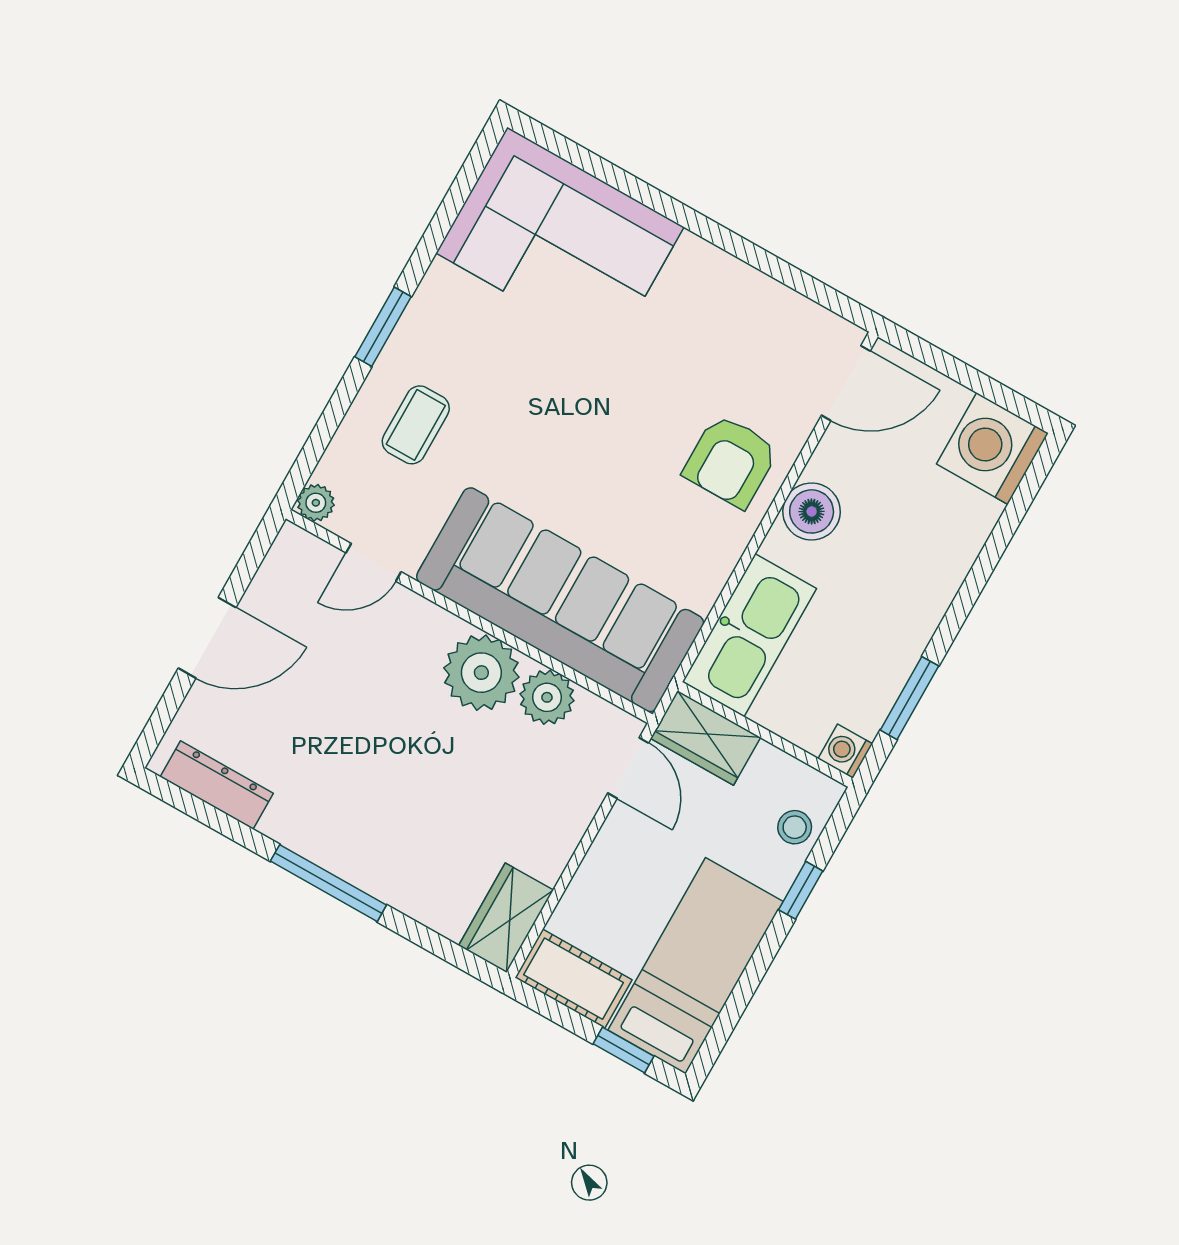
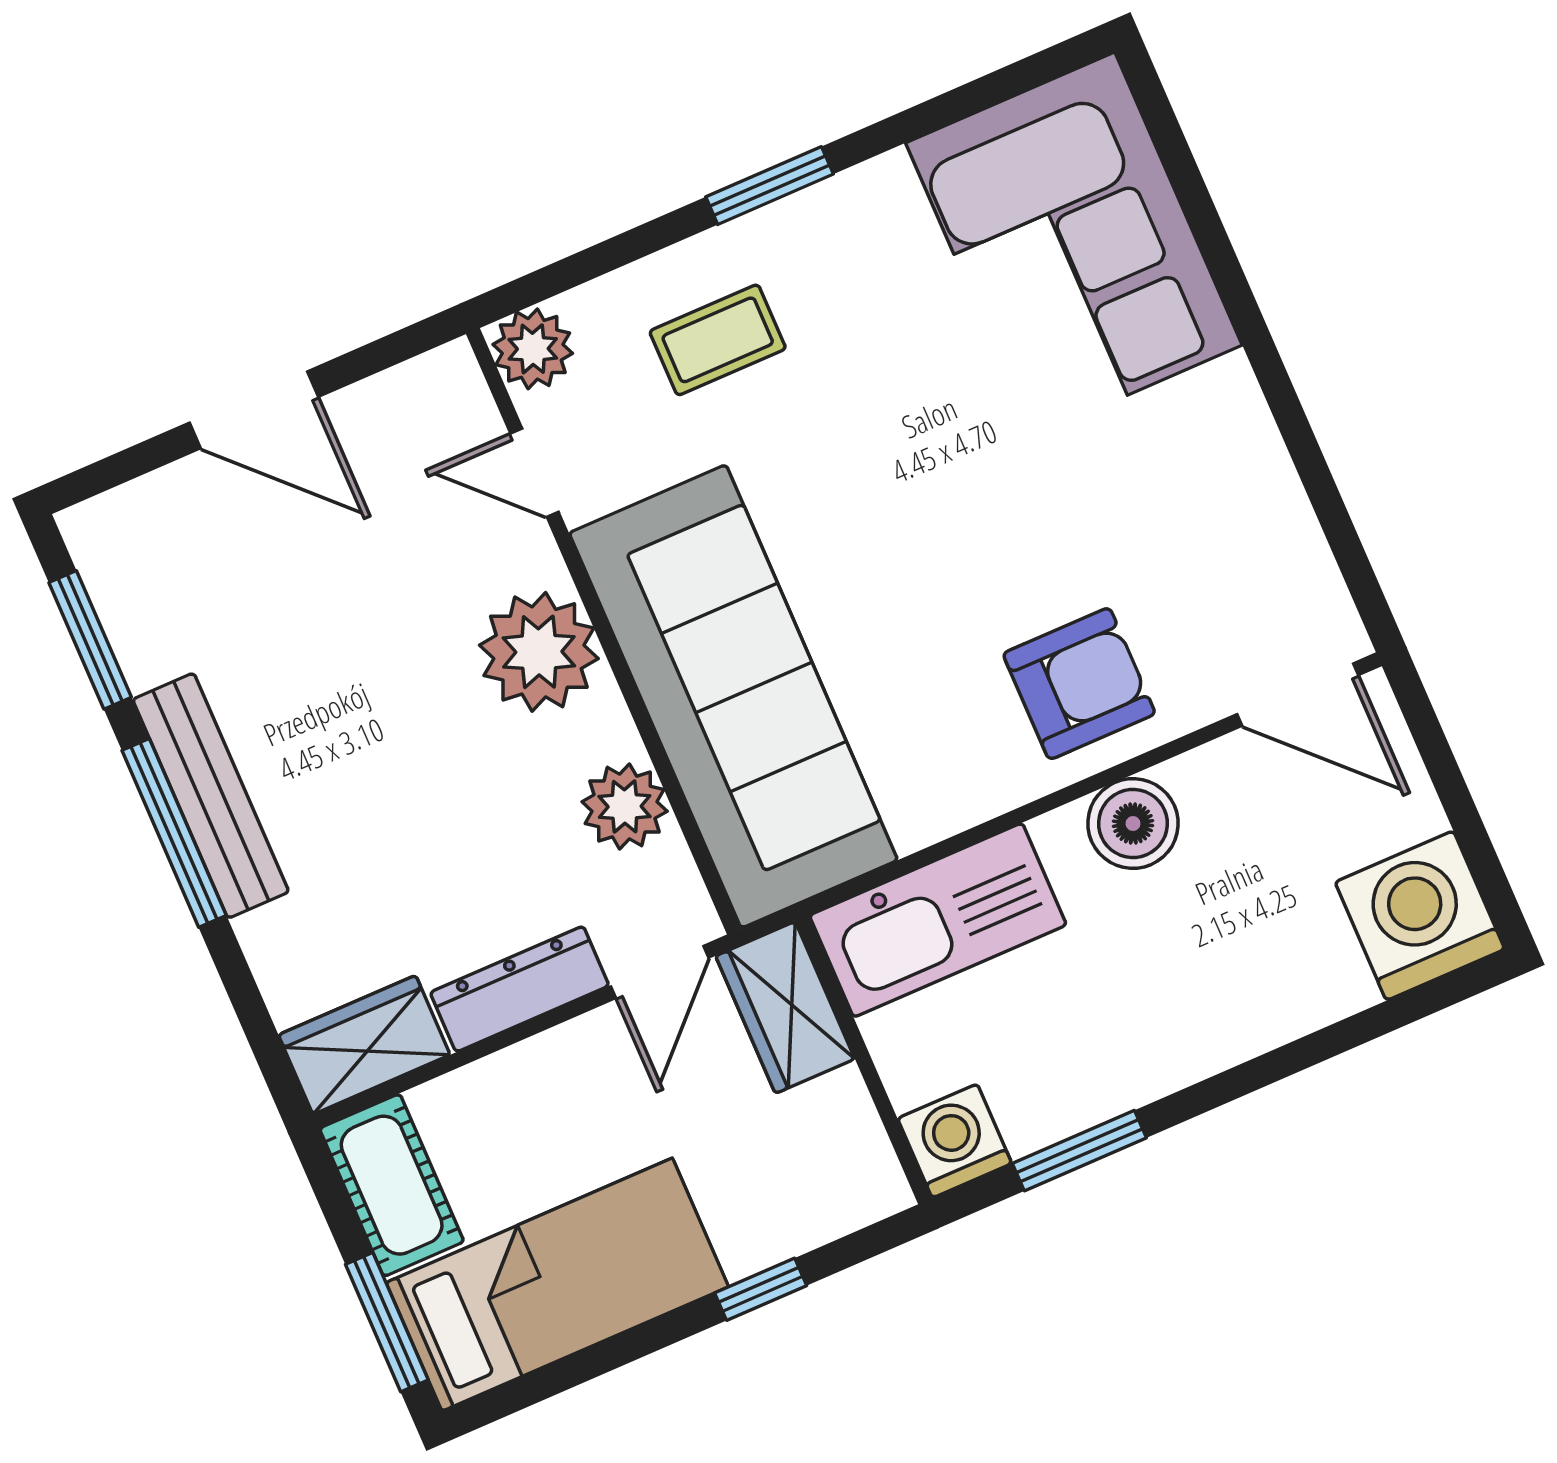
armchair: (731, 461) -> (1079, 684), turned 180
plant: (316, 503) -> (533, 349), width x1.38, depth x1.38
plant: (481, 673) -> (539, 652), moved
washing machine: (845, 751) -> (955, 1141), width x1.38, depth x1.38
dresser: (217, 785) -> (520, 989), moved, turned -90
window: (212, 817) -> (90, 640), added
stool: (795, 827) -> (813, 1204), removed
bench: (333, 850) -> (211, 796), added
window: (624, 1050) -> (387, 1322), width x1.50

